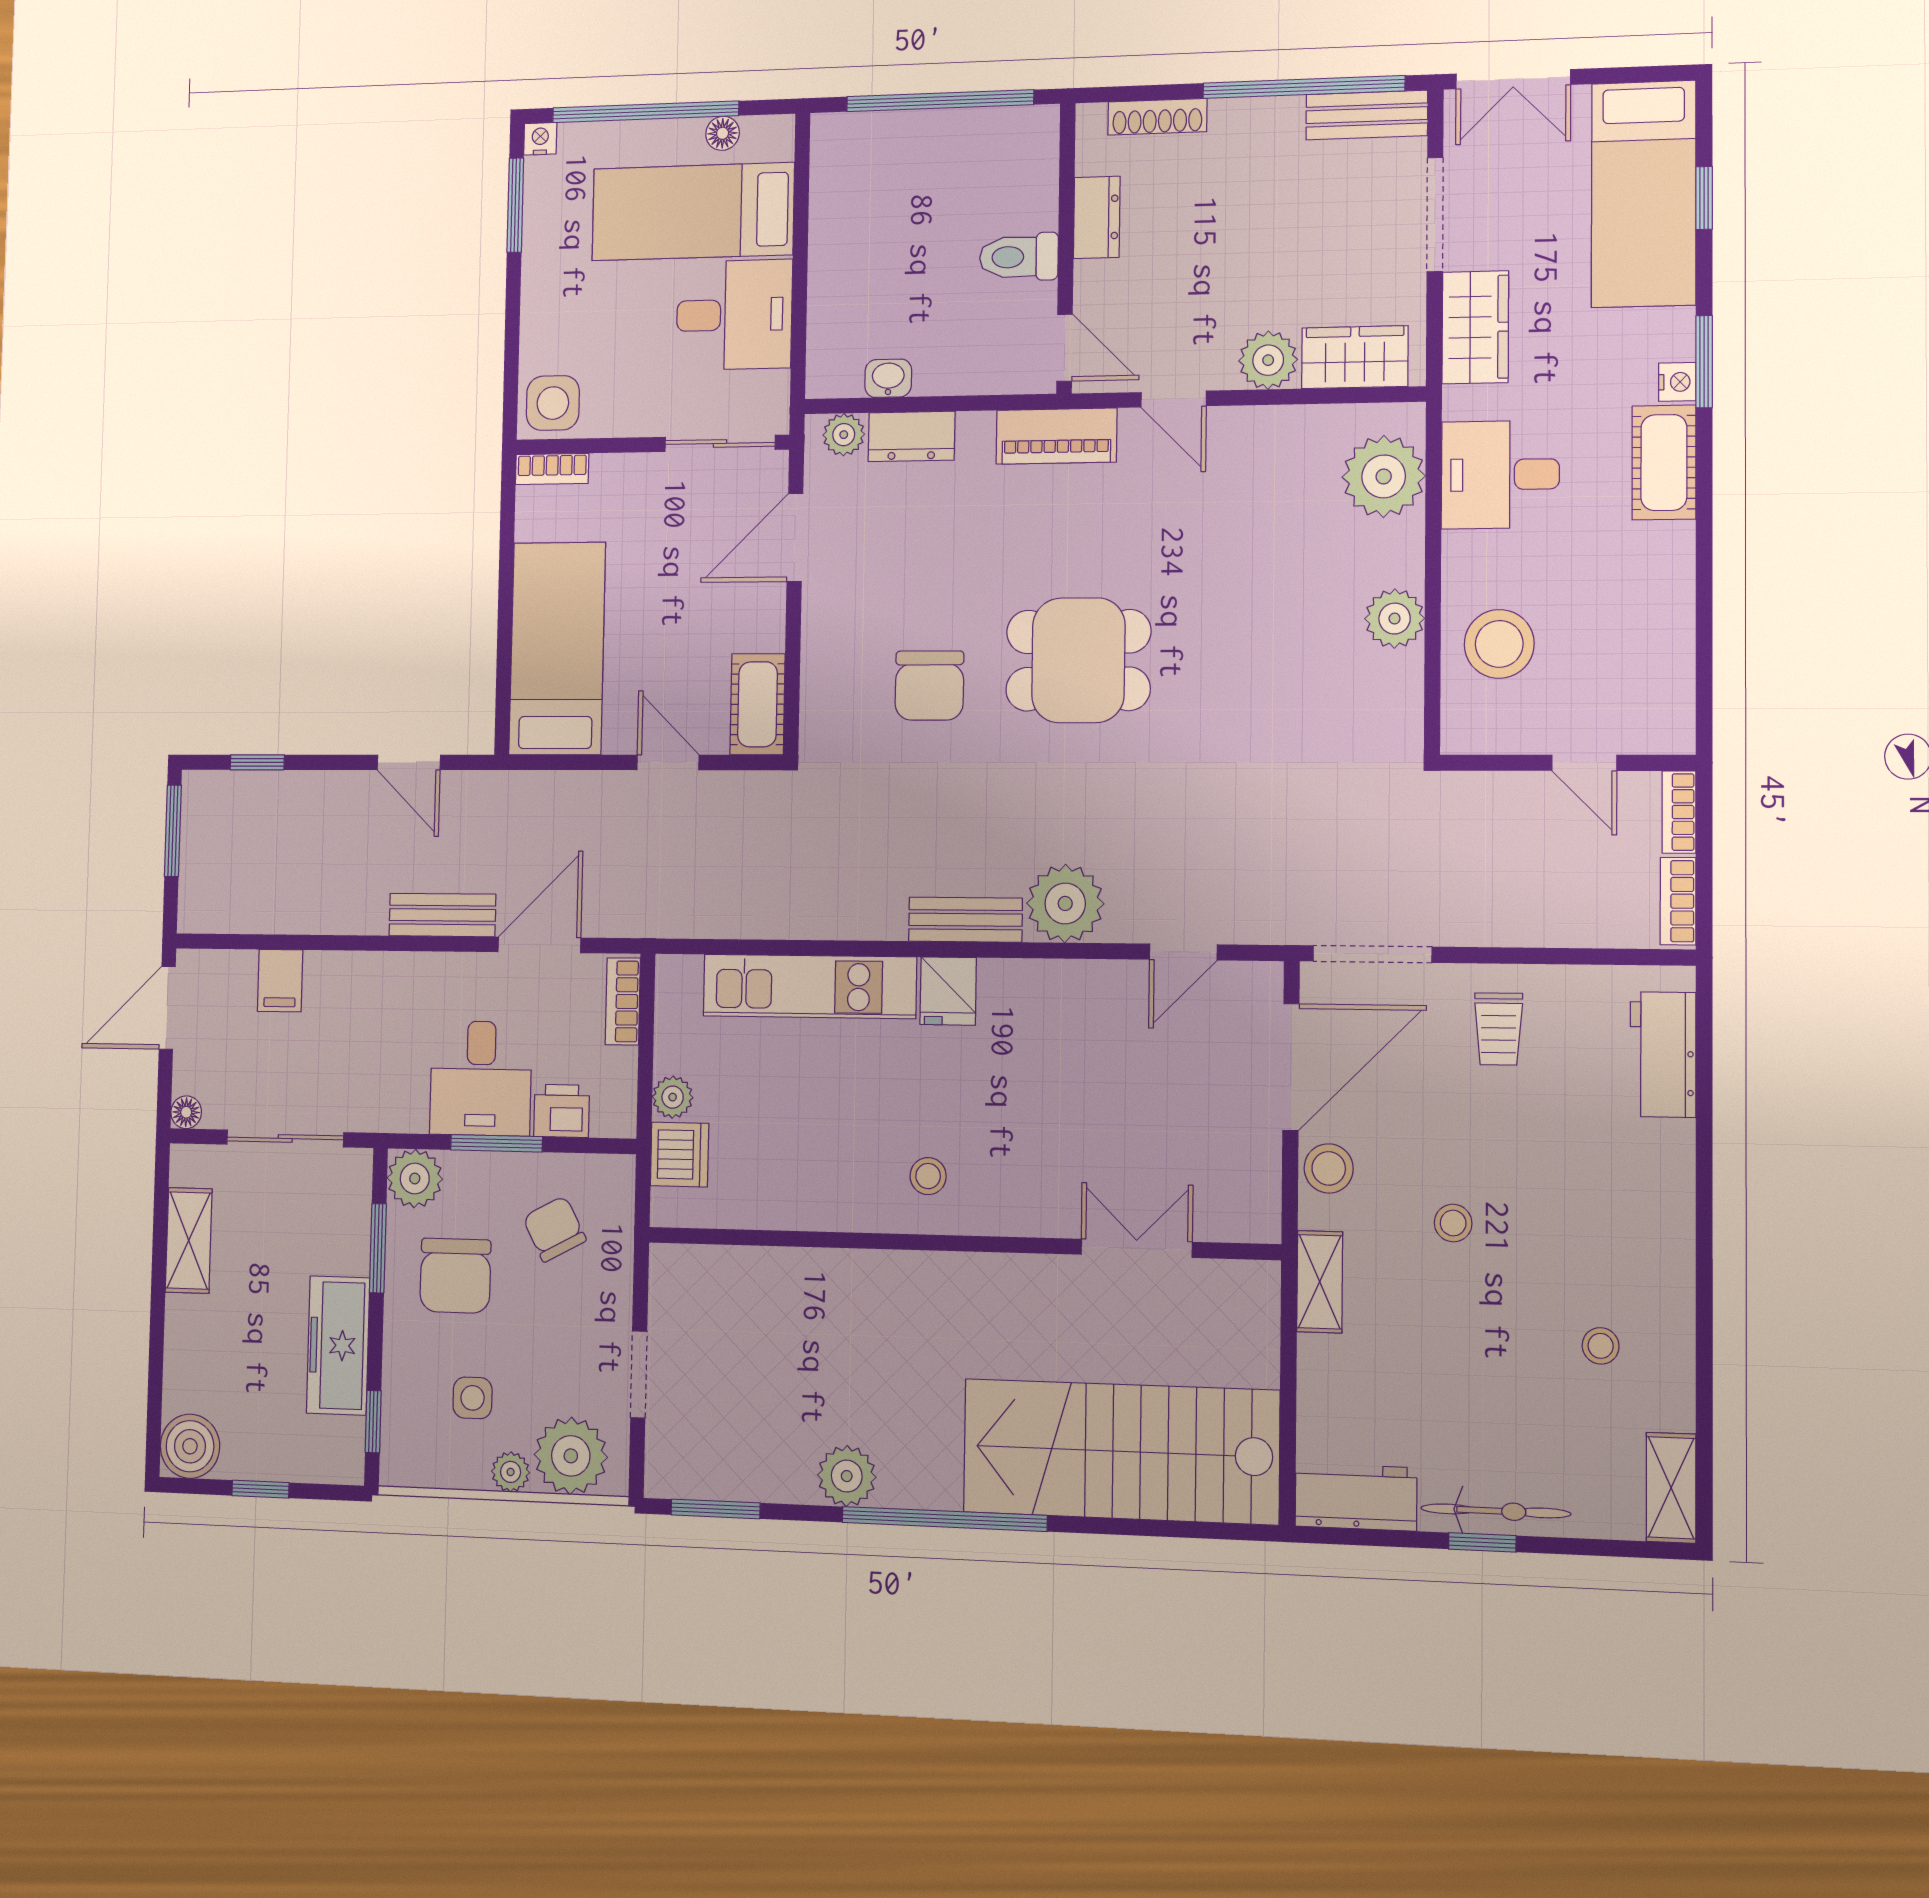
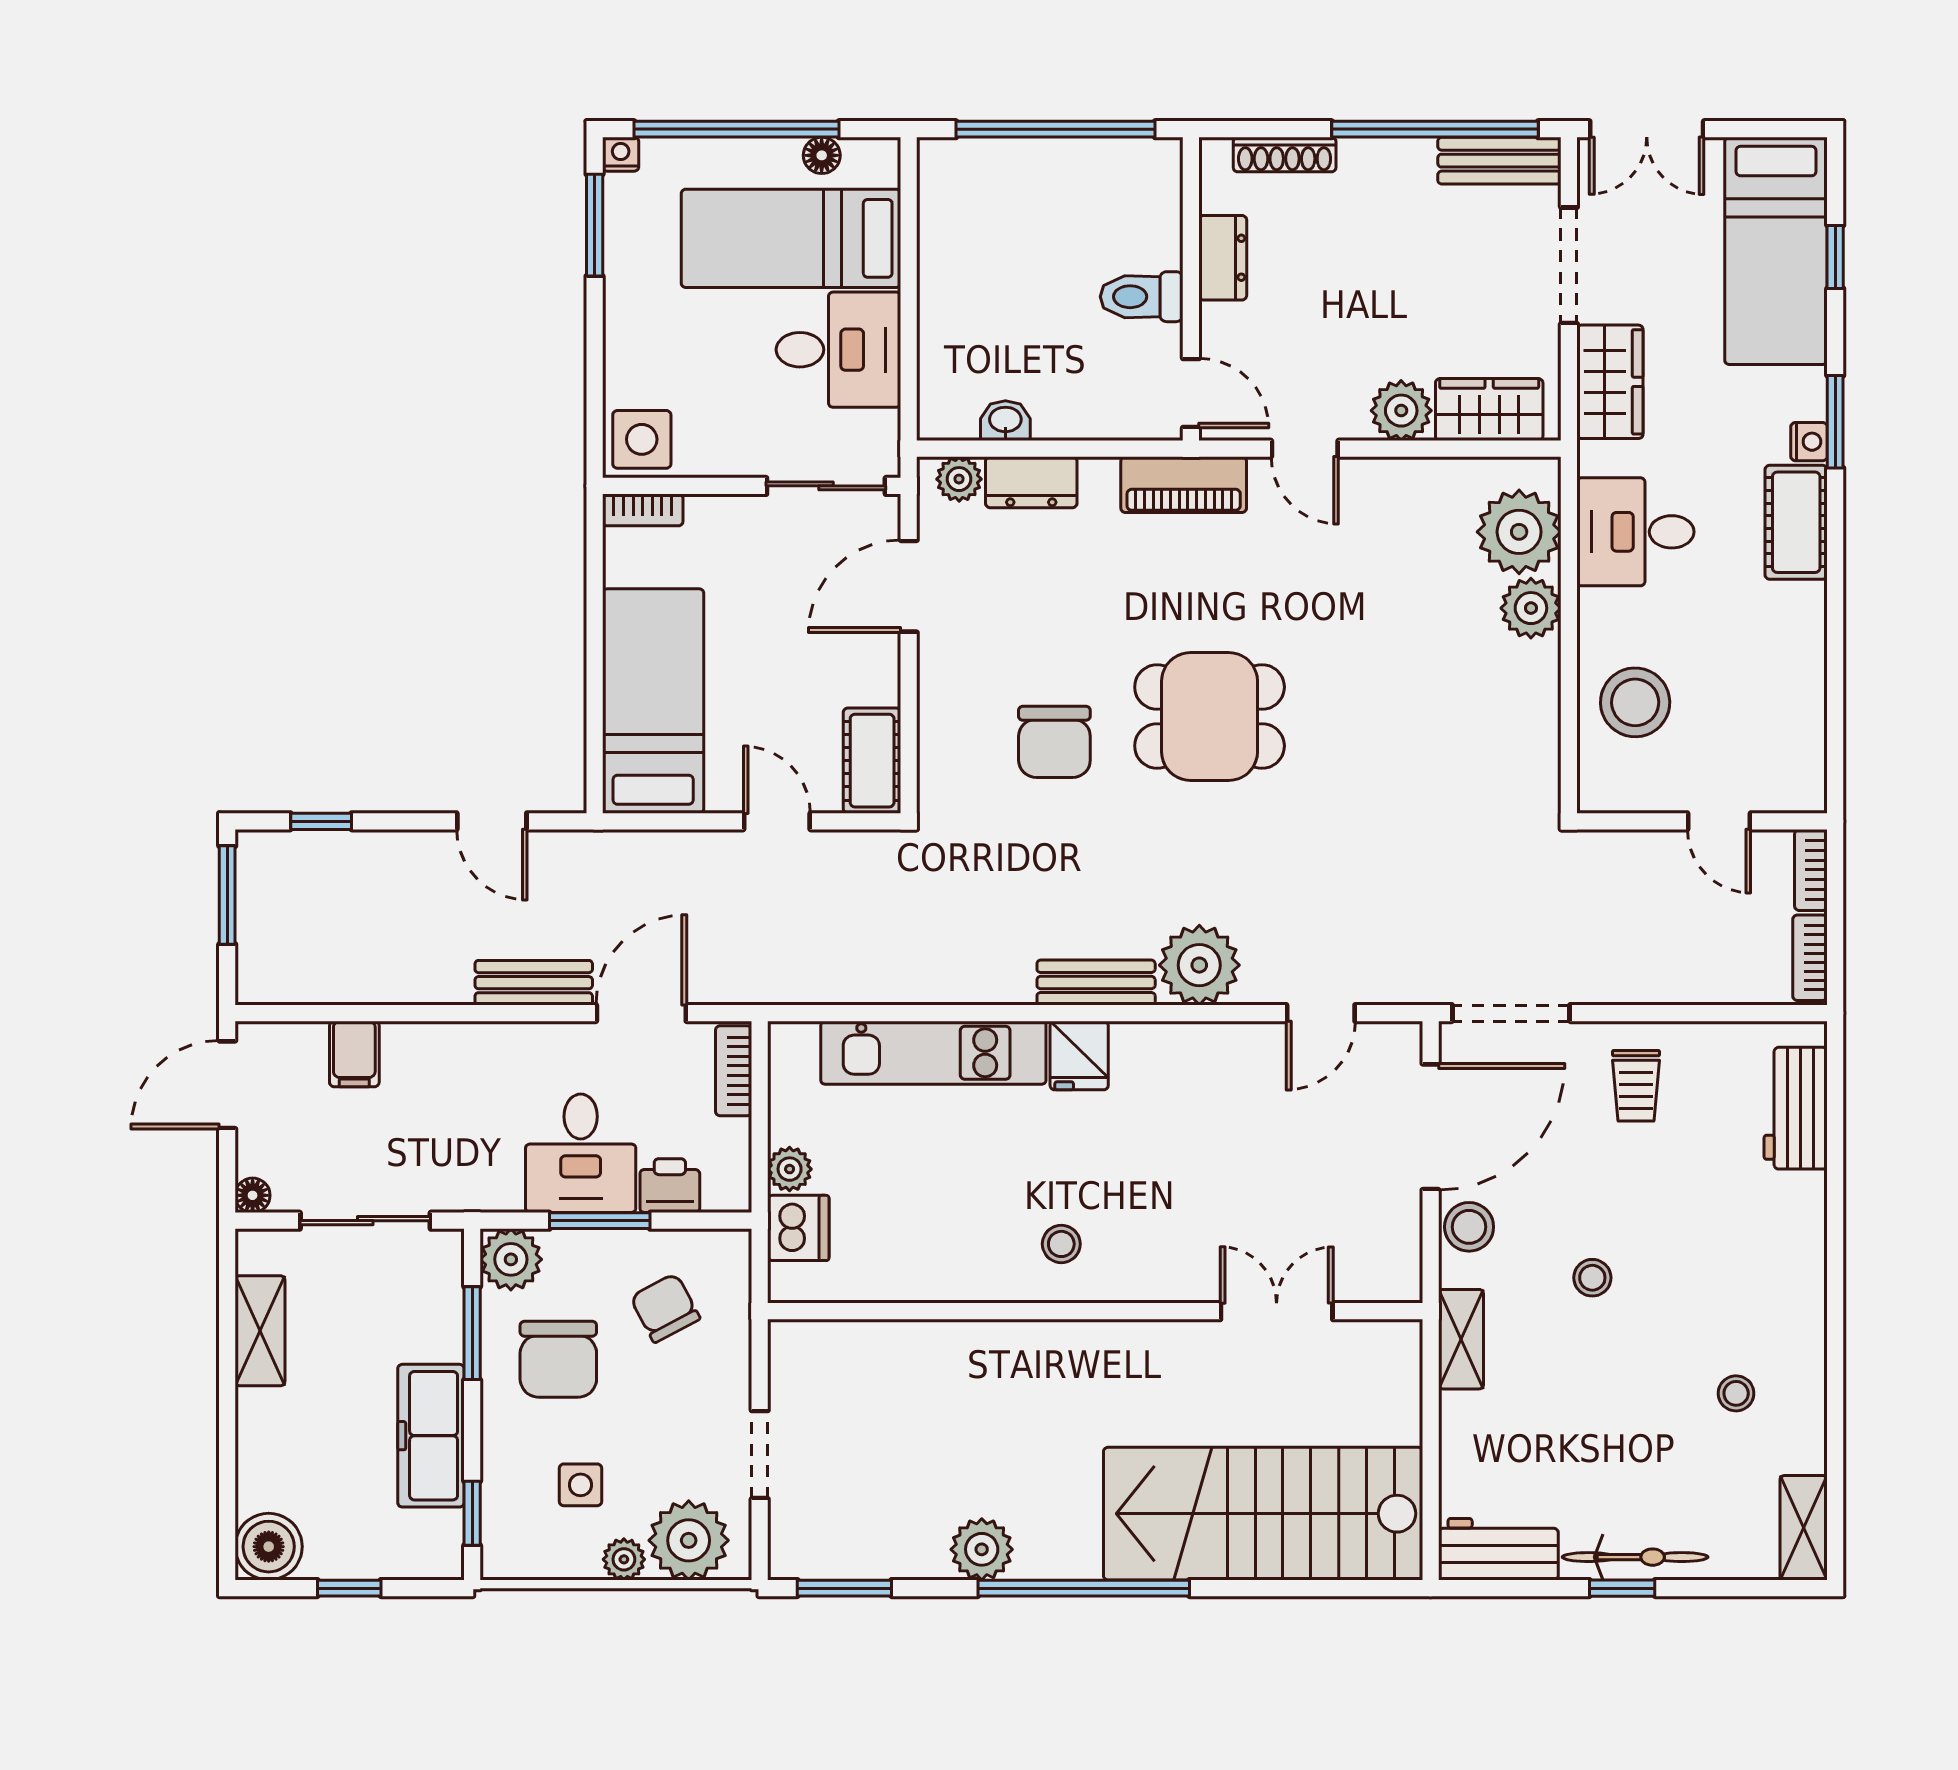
plant: (1395, 619) -> (1531, 608), moved

